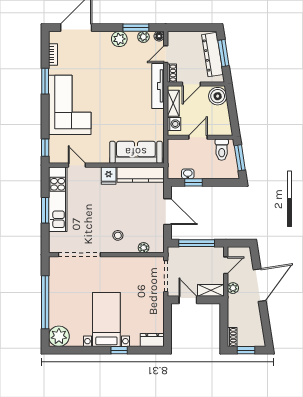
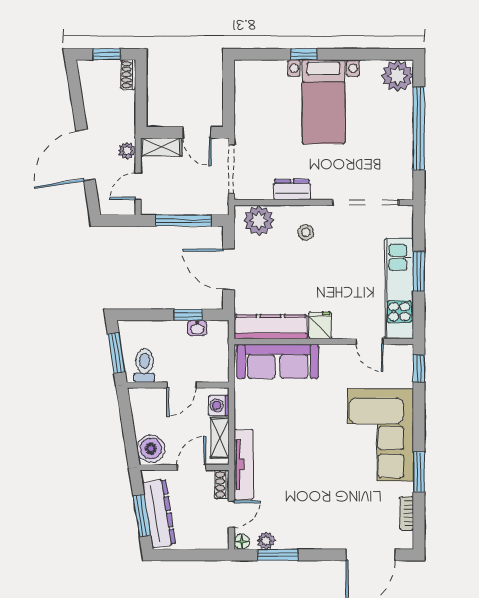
plant: (119, 39) -> (304, 537), removed
plant: (144, 248) -> (259, 220), width x1.88, depth x1.88
dresser: (152, 340) -> (292, 190), moved, turned 180

